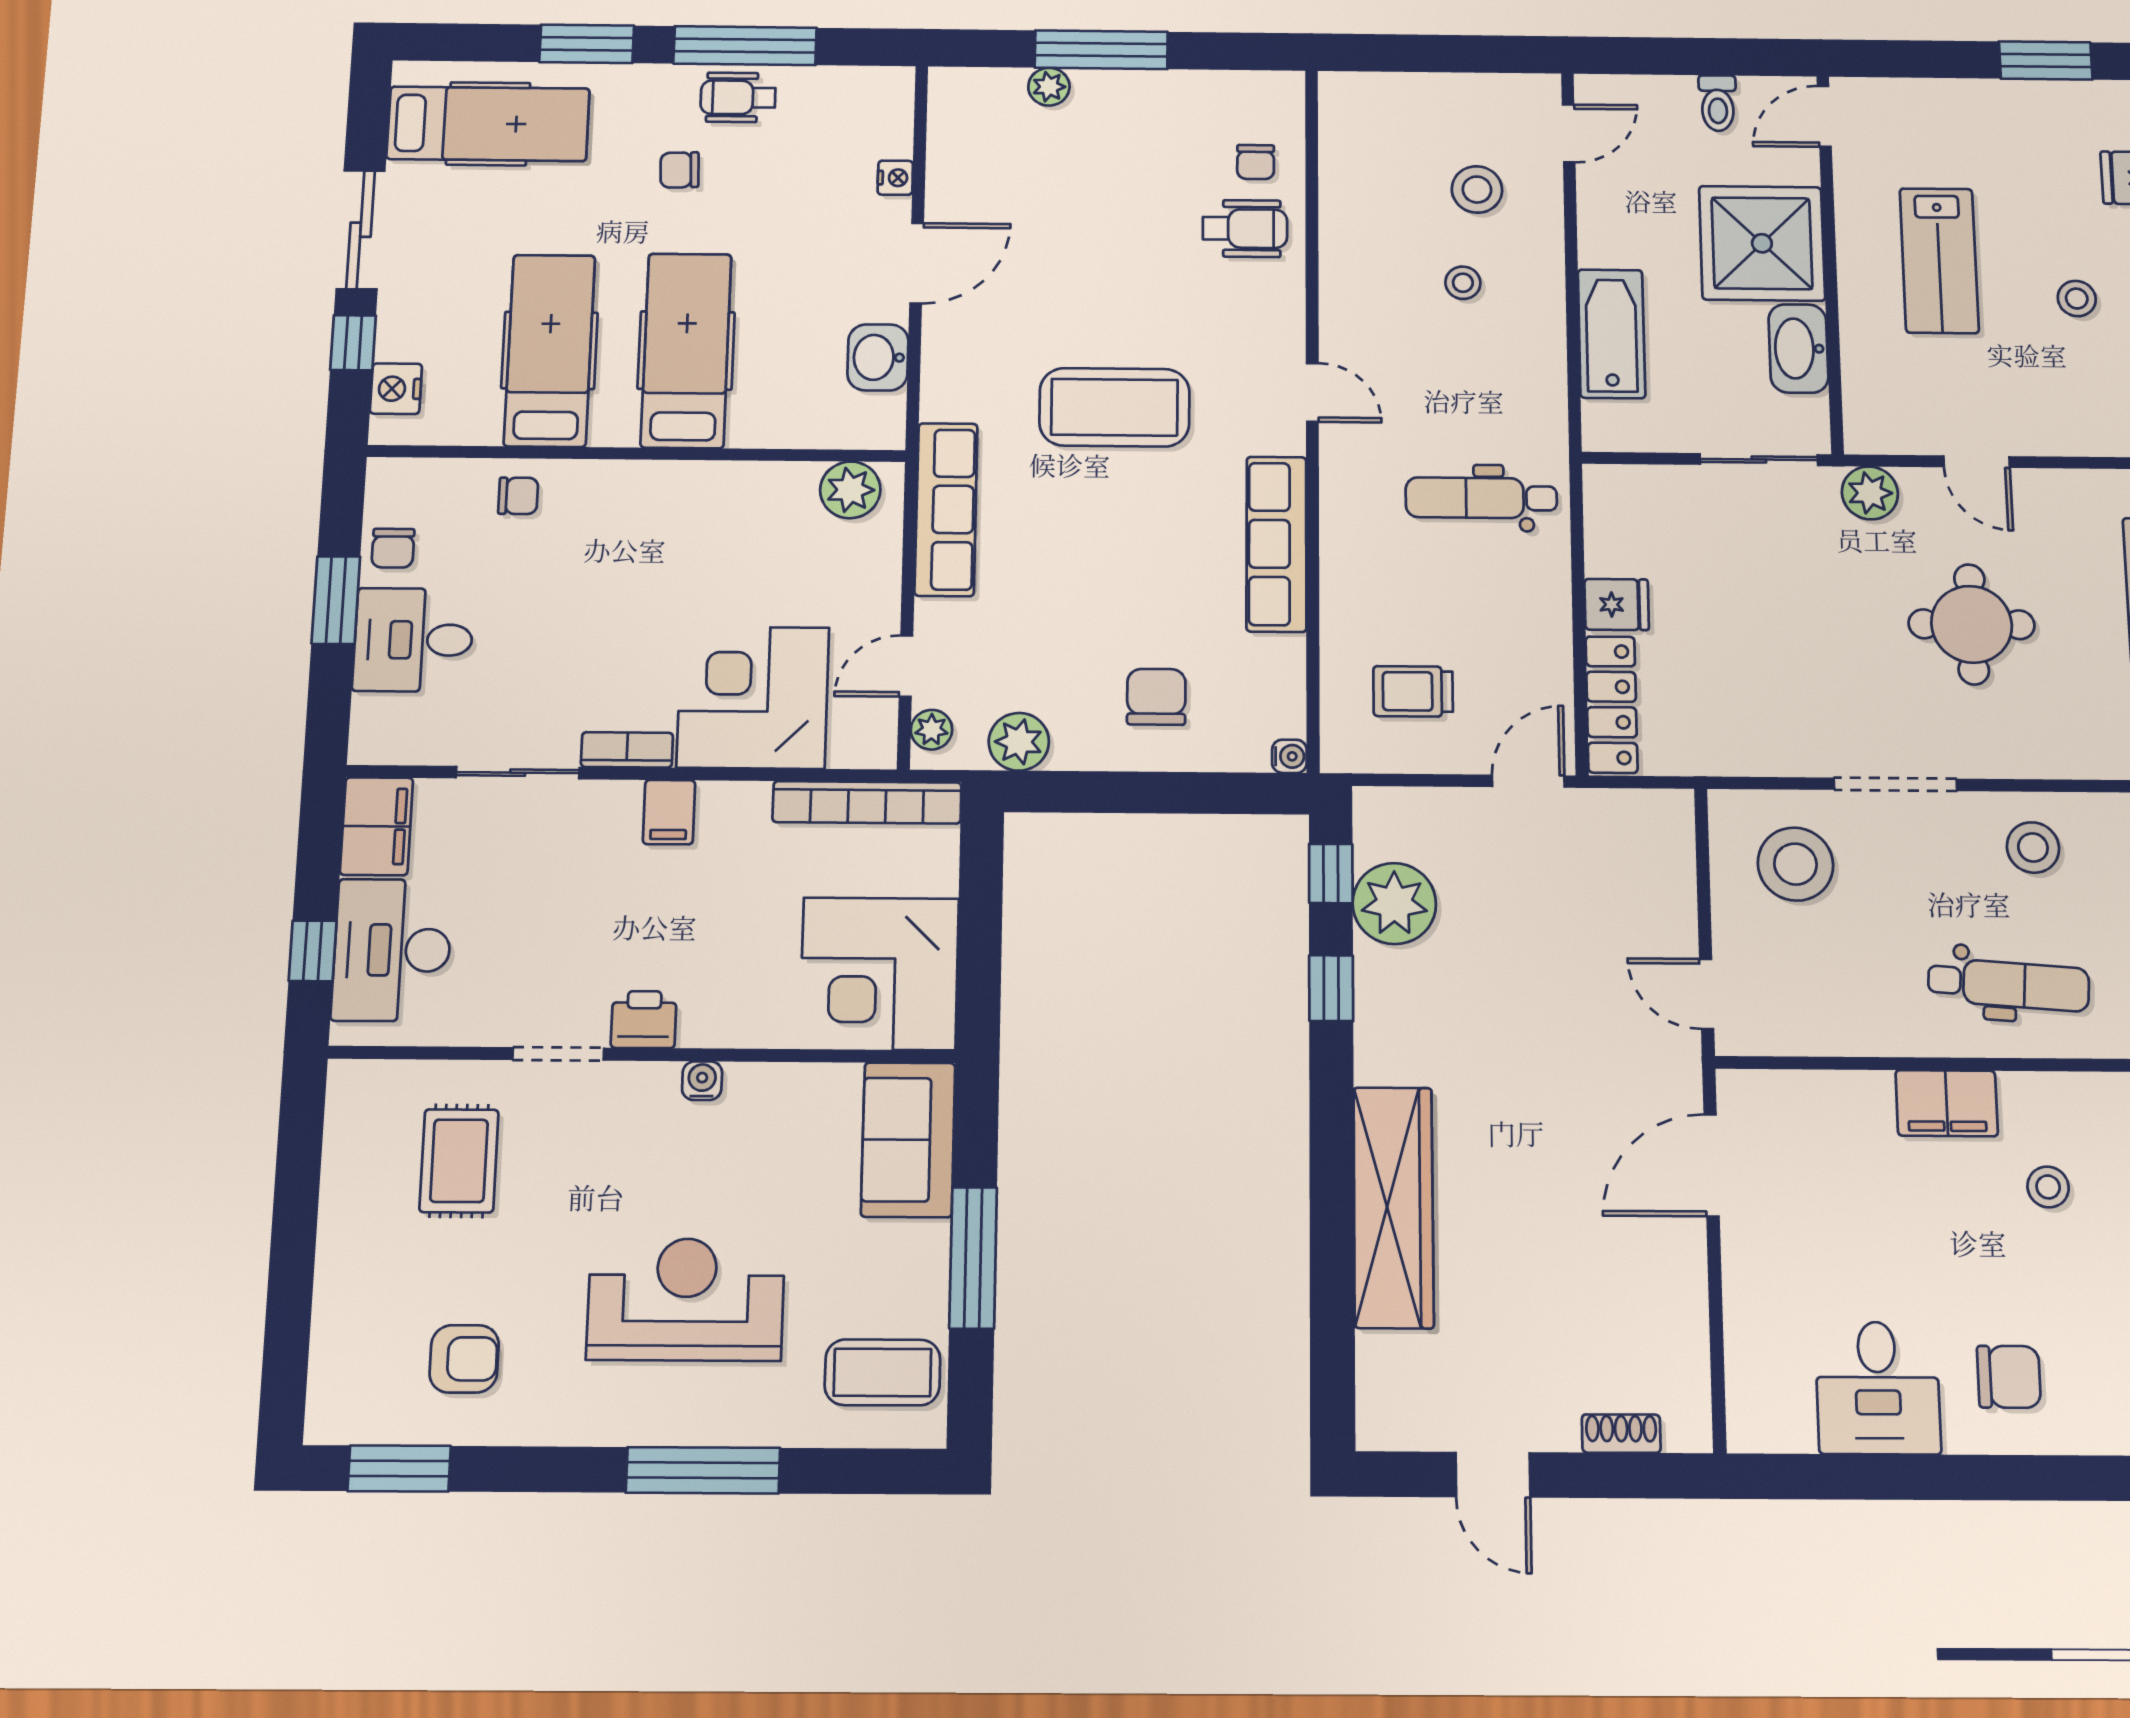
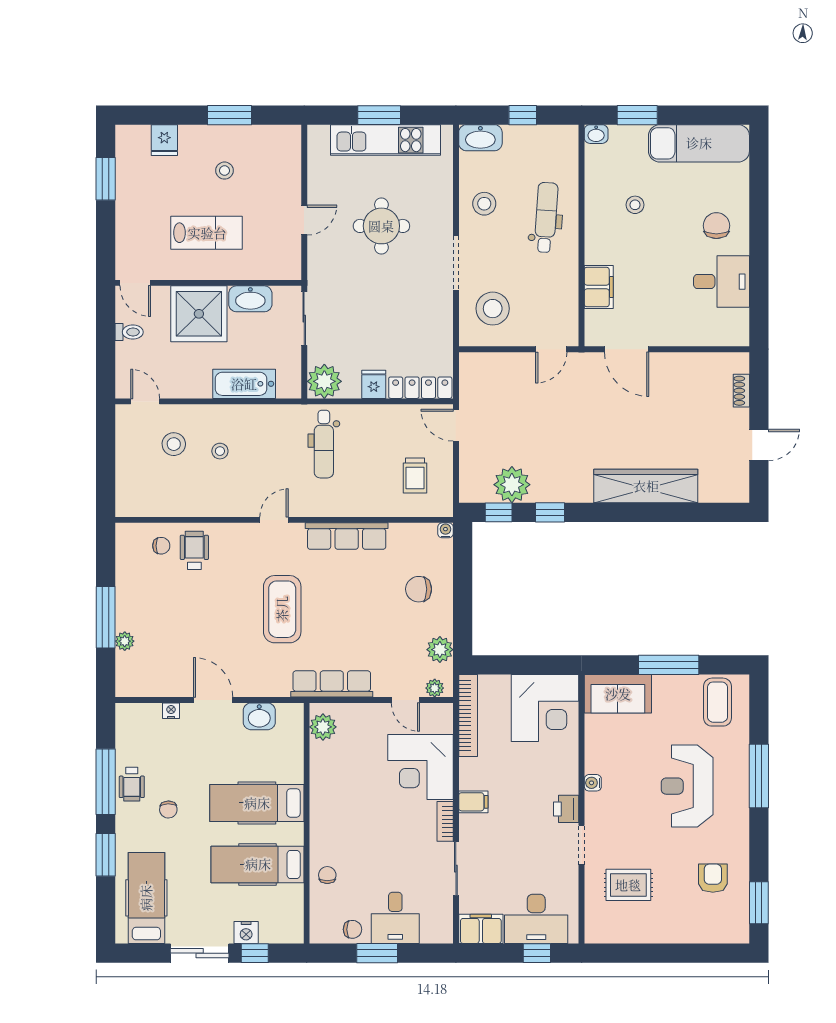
nightstand: (396, 389) -> (246, 933), moved
plant: (1870, 493) -> (324, 381), moved, width x1.36, depth x1.36
filing cabinet: (1947, 1103) -> (599, 287), moved

